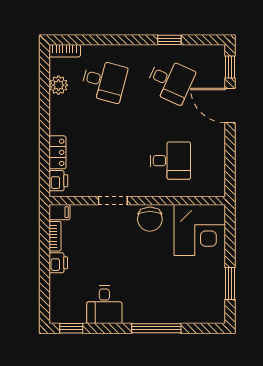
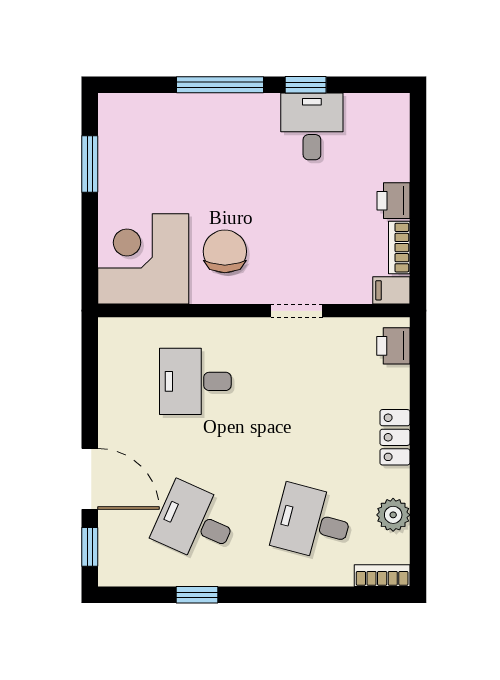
locker: (57, 152) -> (395, 437), moved
chair: (150, 219) -> (225, 251), moved
window: (71, 328) -> (306, 85), moved

